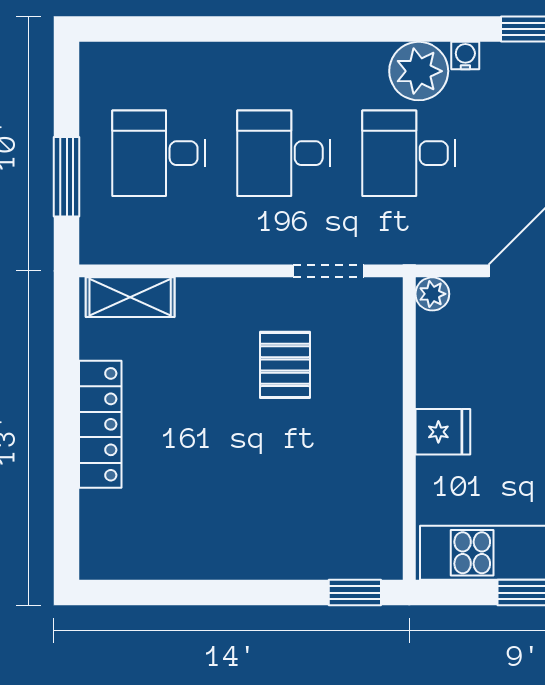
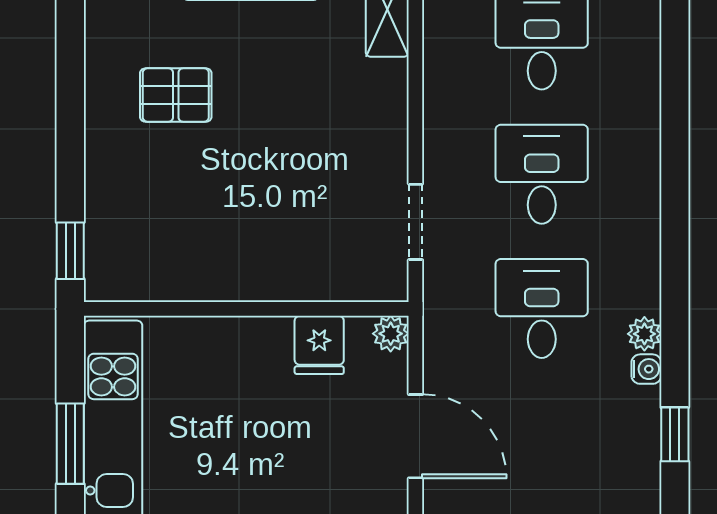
plant: (419, 71) -> (644, 334), width x0.53, depth x0.53
pallet: (285, 365) -> (176, 95), moved
fridge: (443, 432) -> (319, 345), moved

